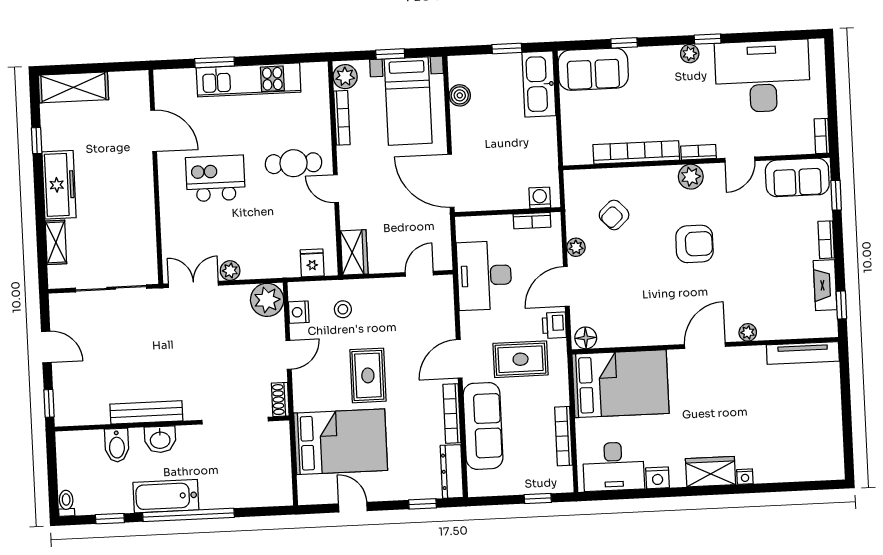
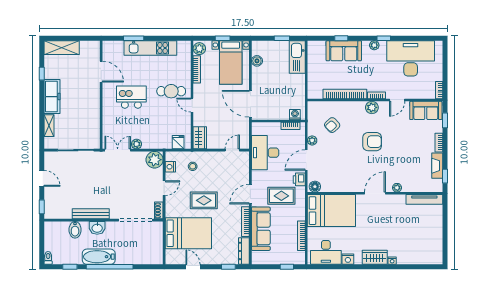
sofa: (593, 69) -> (344, 51), moved
rug: (368, 375) -> (204, 200), turned 90

